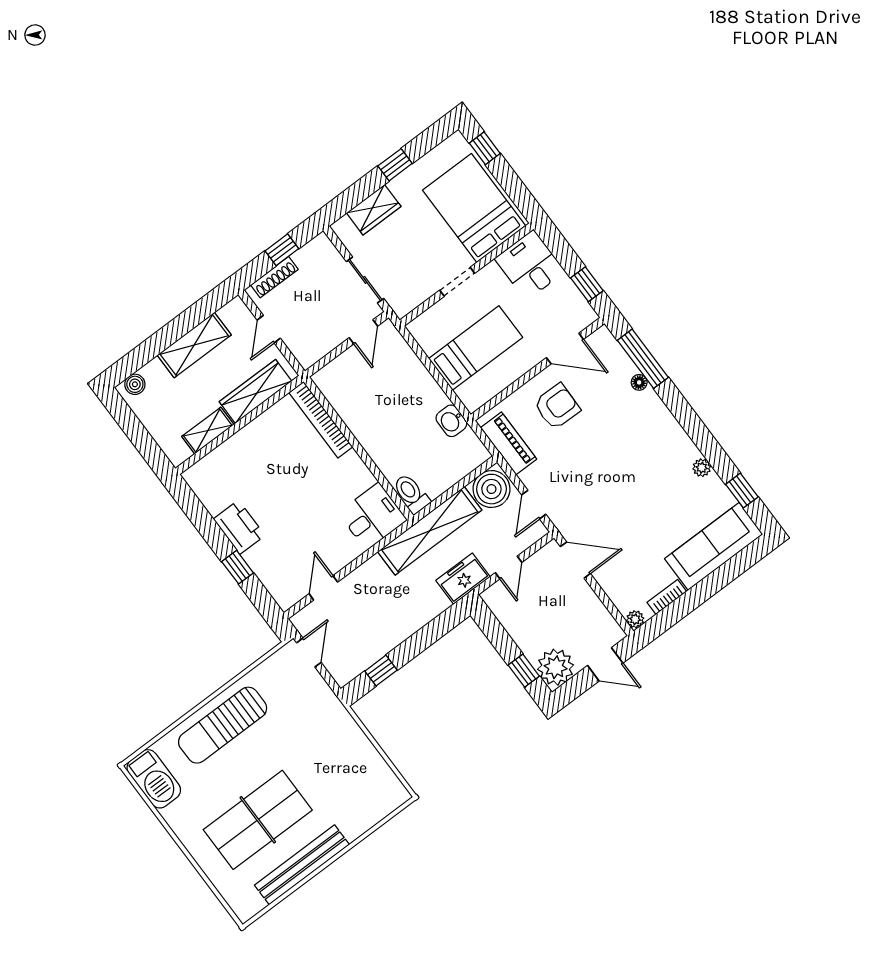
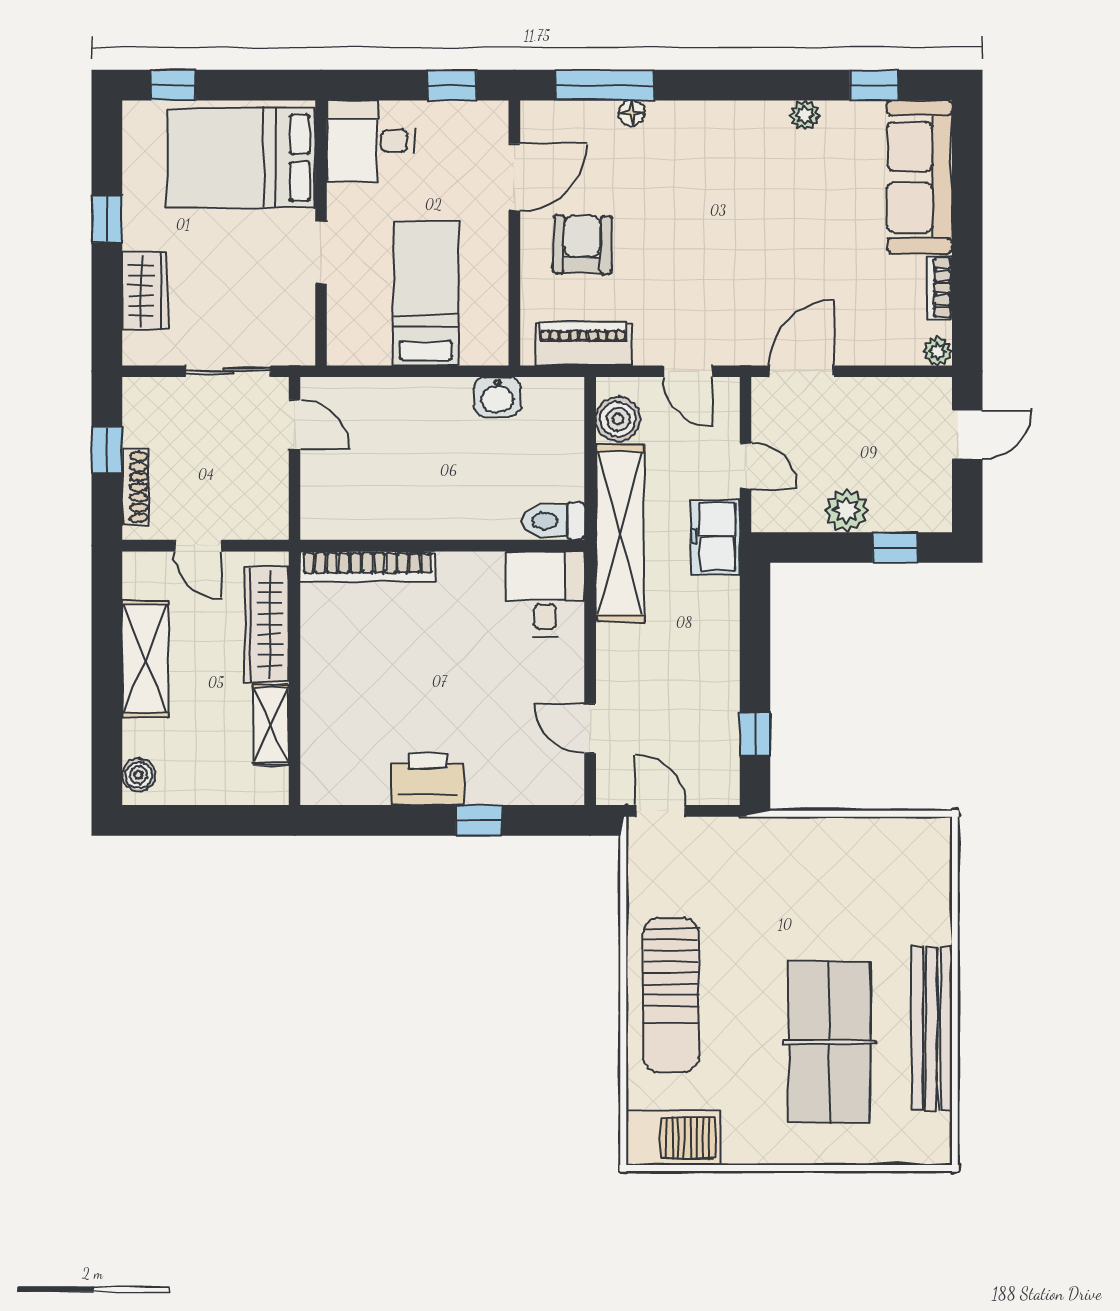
boiler: (491, 489) -> (618, 419), width x0.73, depth x0.73
plant: (556, 667) -> (847, 510), moved, width x0.73, depth x0.73

